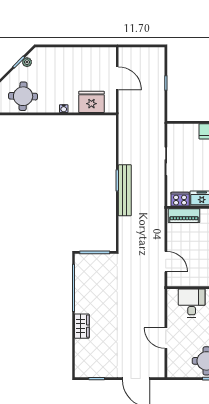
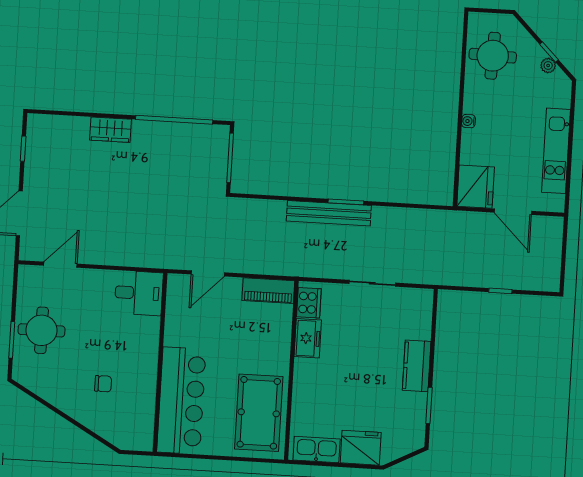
kitchen unit: (79, 54) -> (556, 151), added
door: (117, 78) -> (513, 212), hinge flipped
fridge: (91, 102) -> (476, 187), moved
piano: (184, 216) -> (268, 291), moved, turned -90
desk: (192, 303) -> (139, 293), moved
door: (166, 338) -> (60, 265), moved

